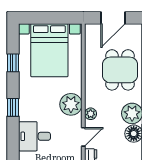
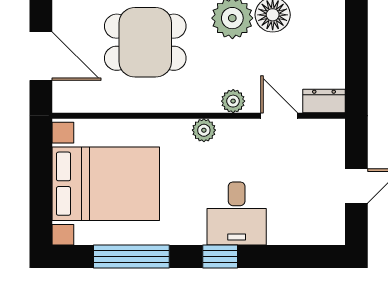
window: (13, 63) -> (131, 256), width x2.17
plant: (71, 104) -> (204, 130), width x0.53, depth x0.53
desk: (34, 136) -> (237, 214), moved

